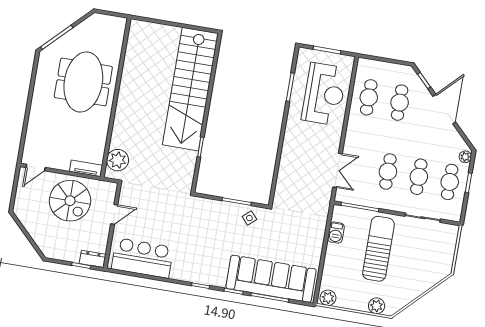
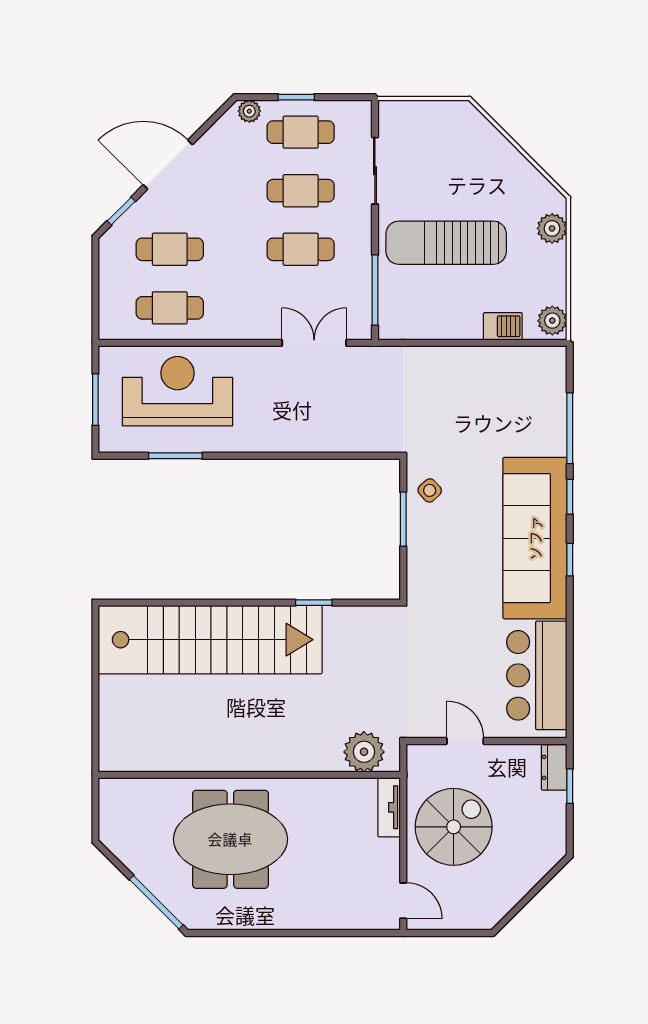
barbecue: (336, 233) -> (503, 326), moved
sofa: (271, 279) -> (535, 538), moved

